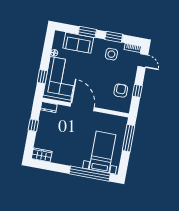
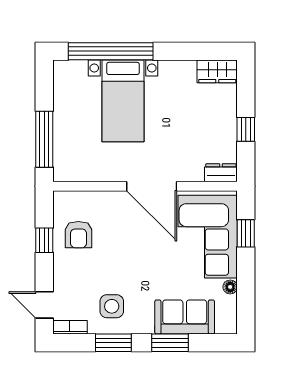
bed with nightstands: (102, 152) -> (123, 101), moved

